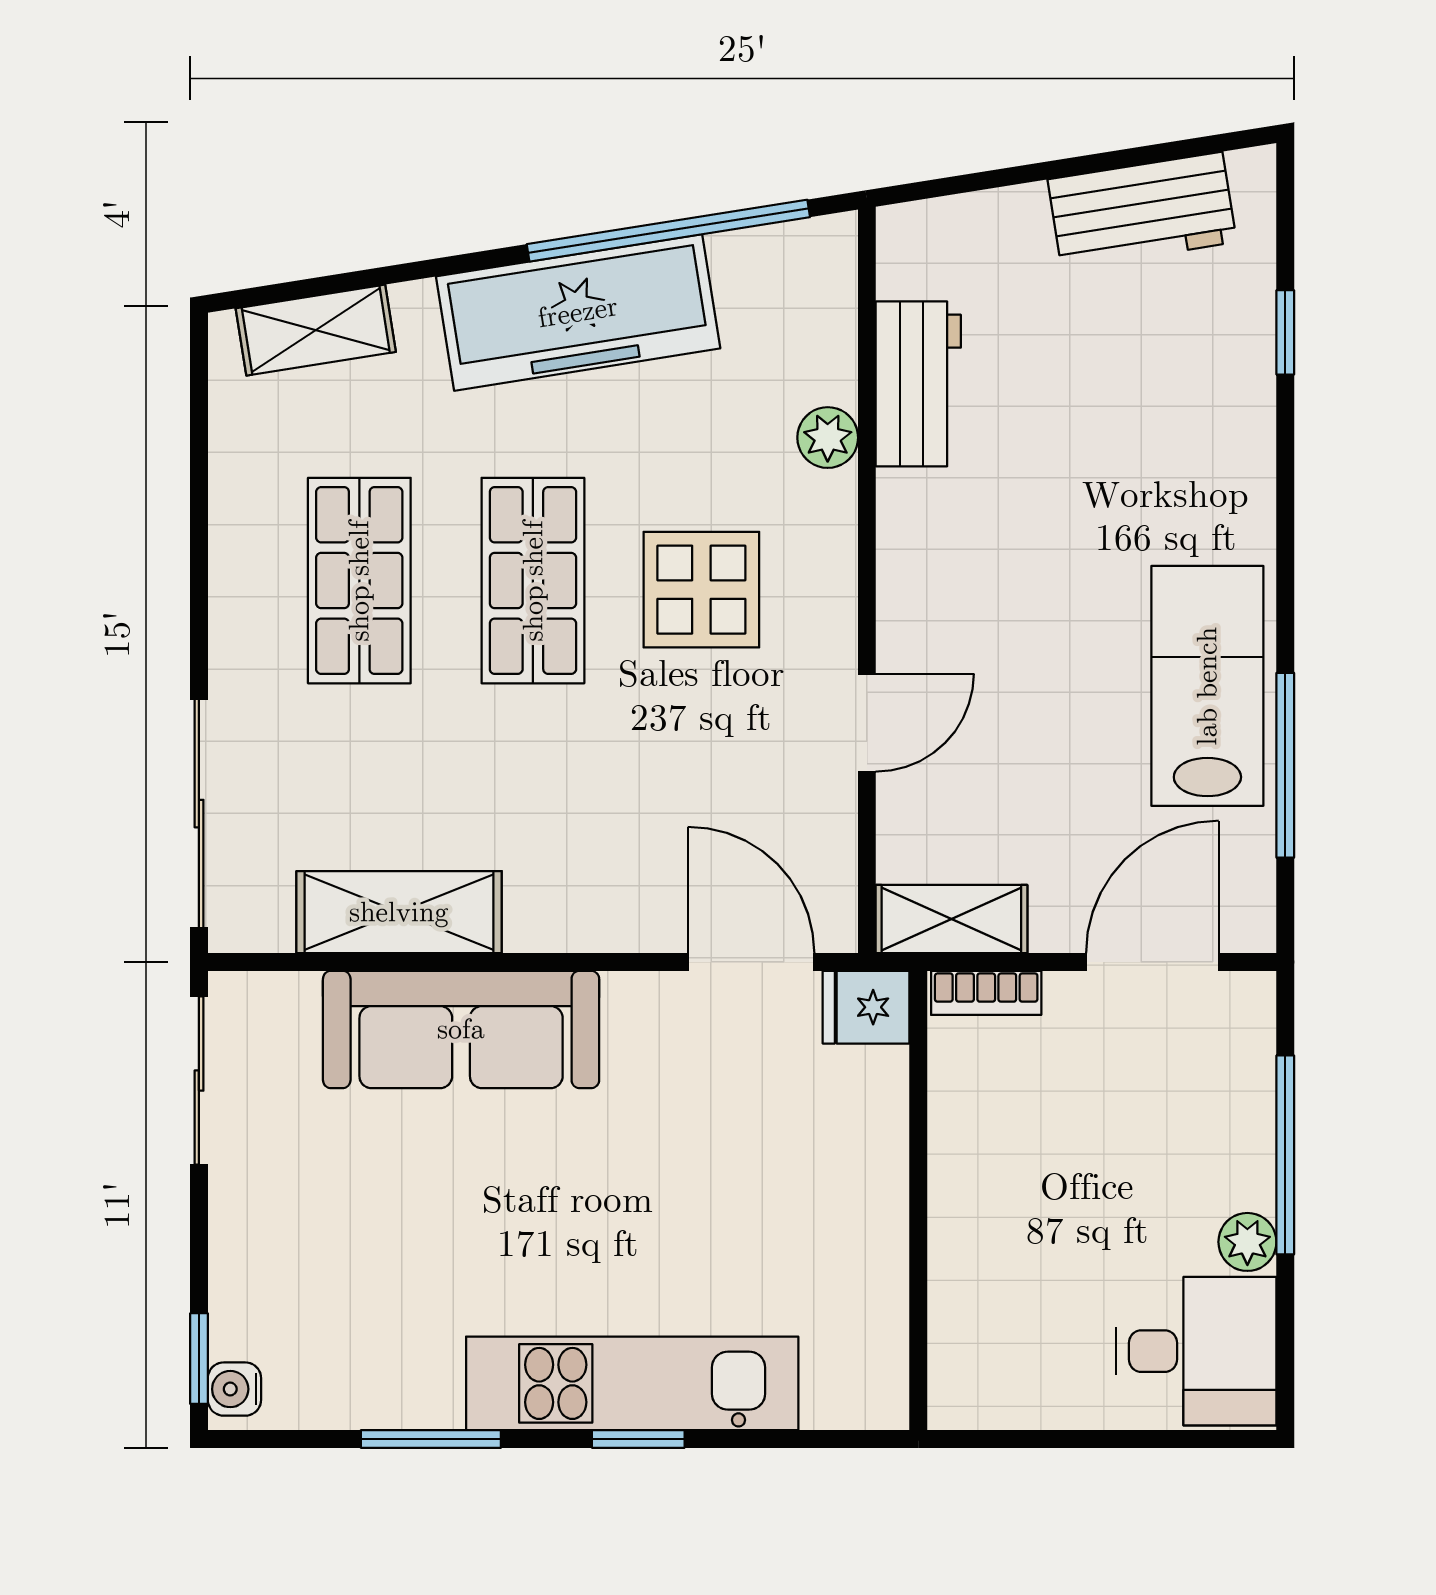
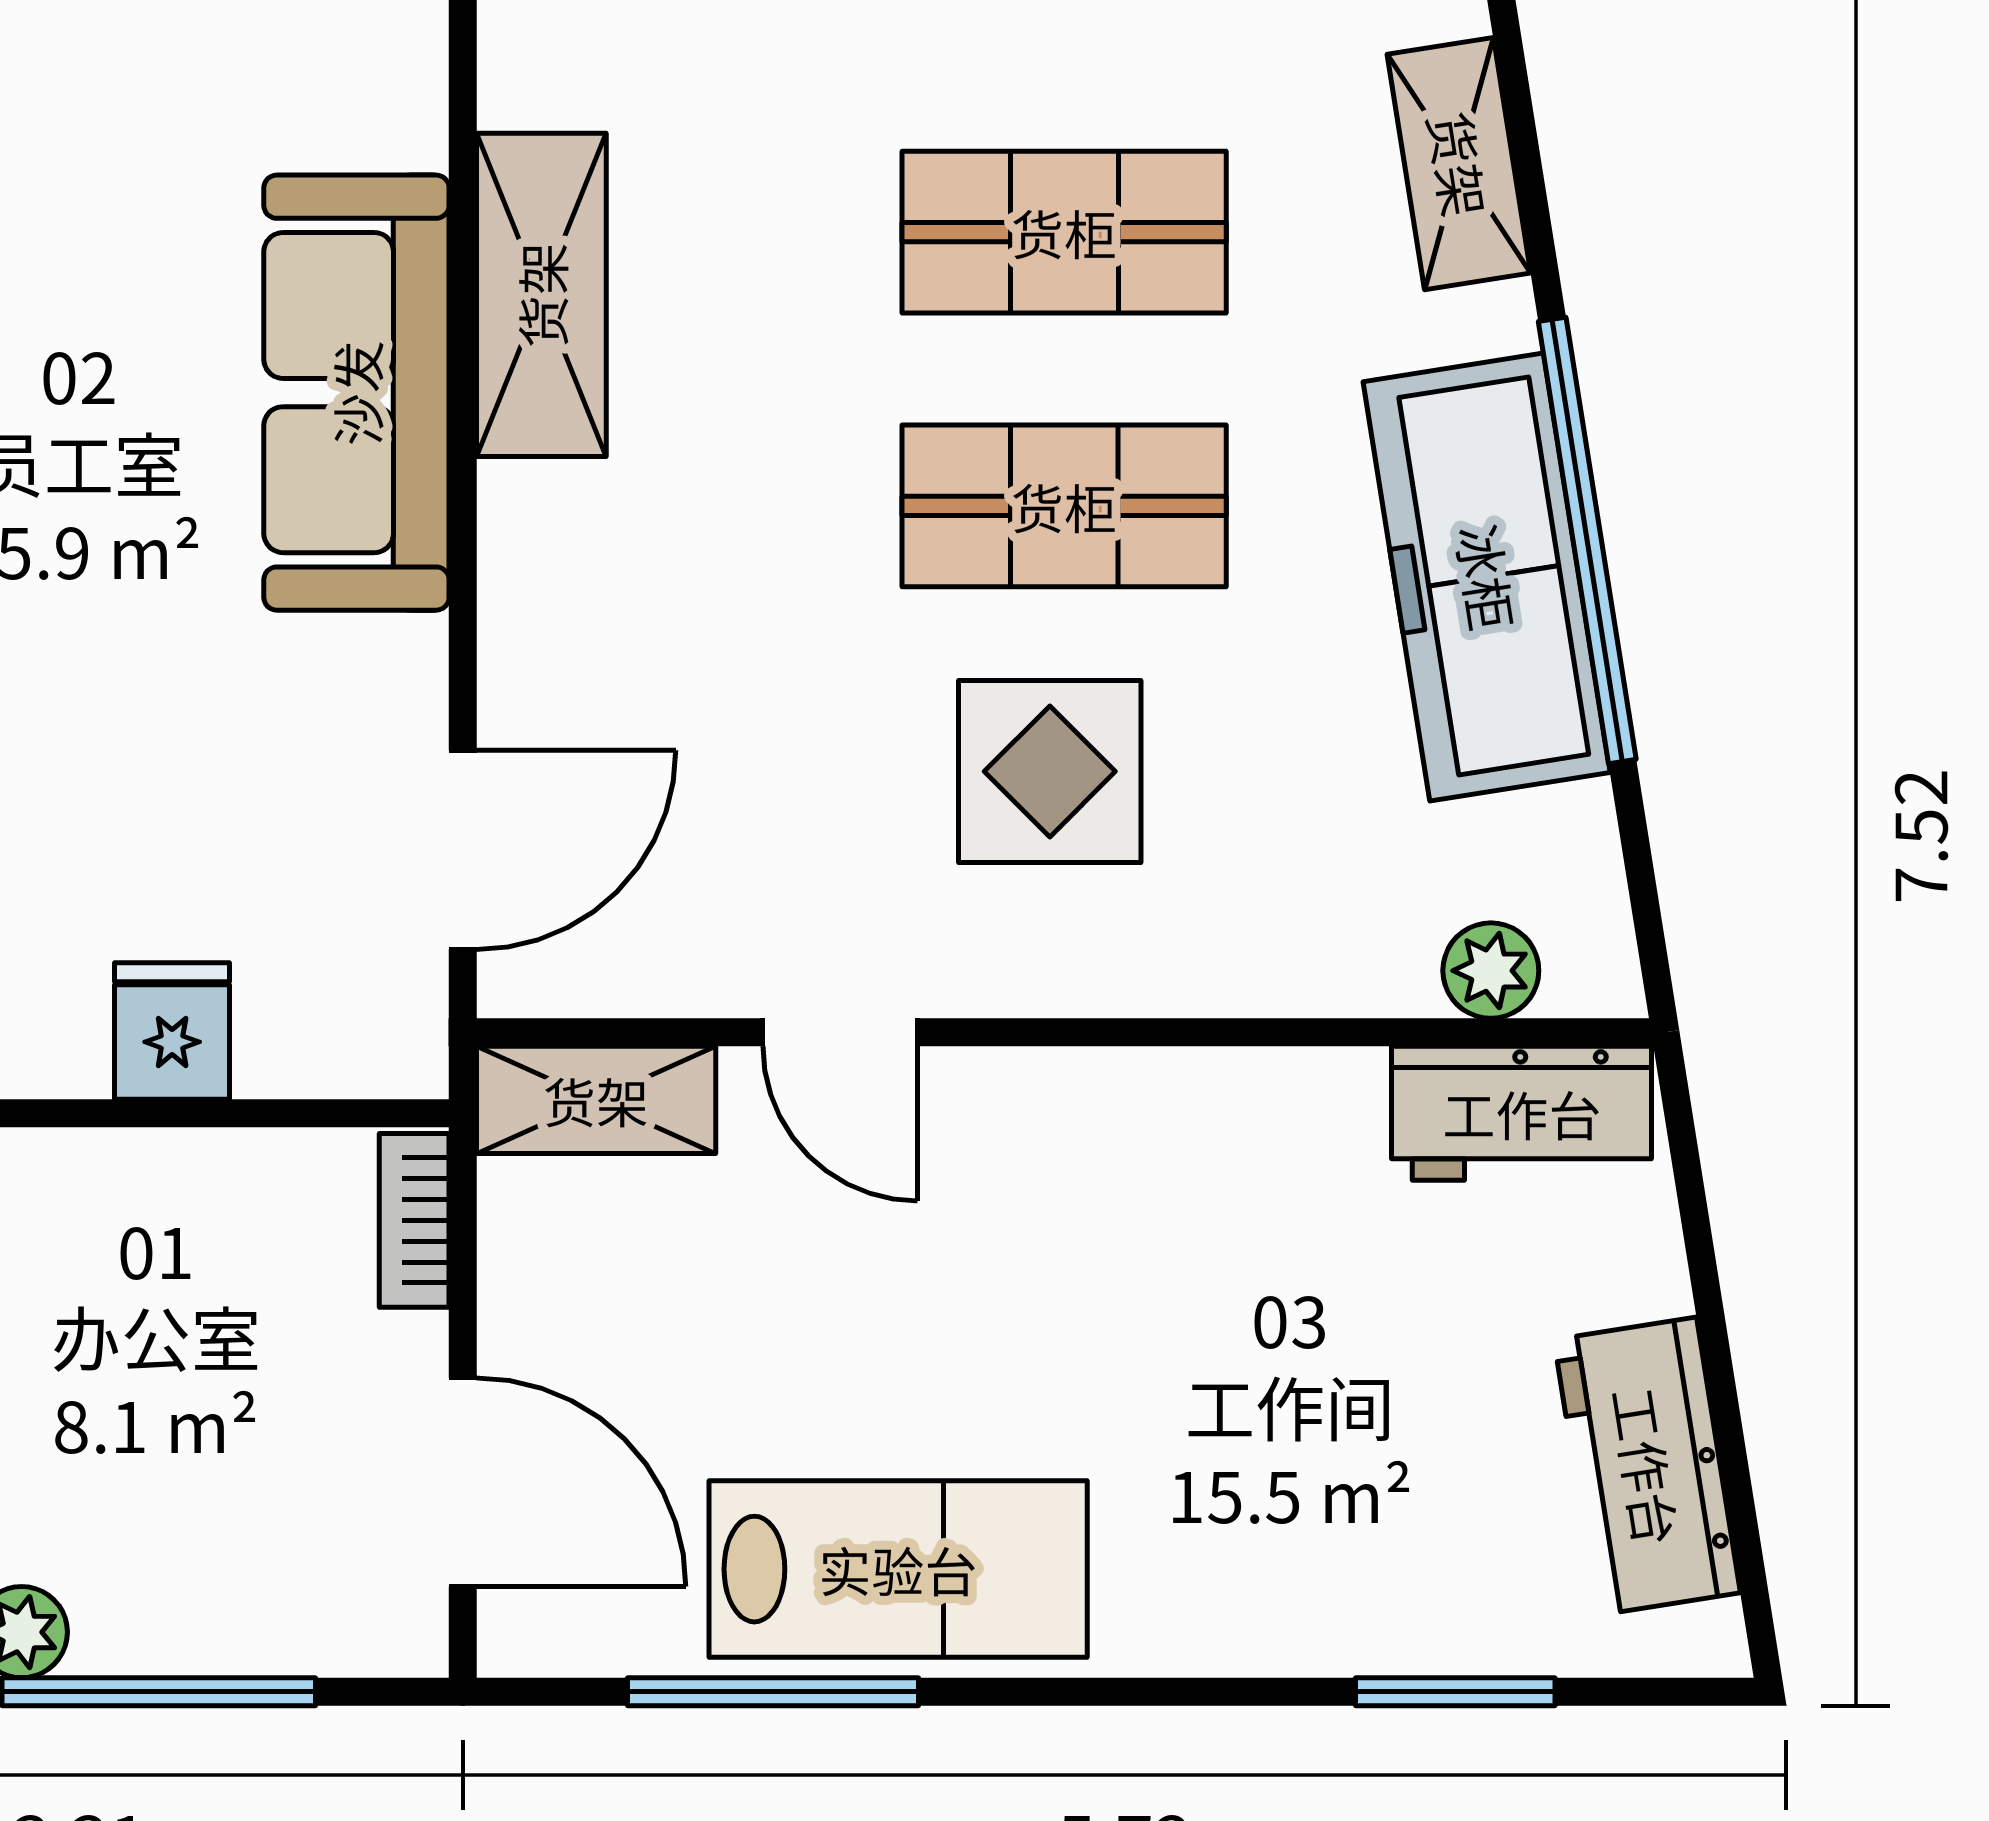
window: (668, 231) -> (1587, 540), moved
window: (1285, 332) -> (1455, 1692), width x1.50
workbench: (918, 384) -> (1522, 1113), moved
plant: (828, 438) -> (1491, 971), moved
shelving: (951, 919) -> (596, 1100), moved, turned 90
fridge: (866, 1007) -> (172, 1031), moved

